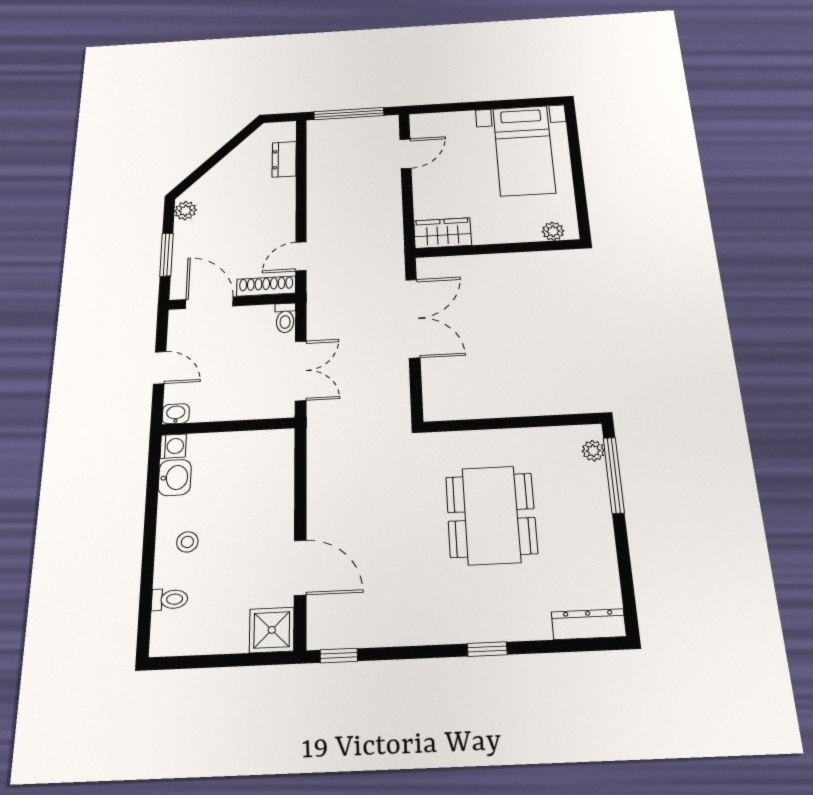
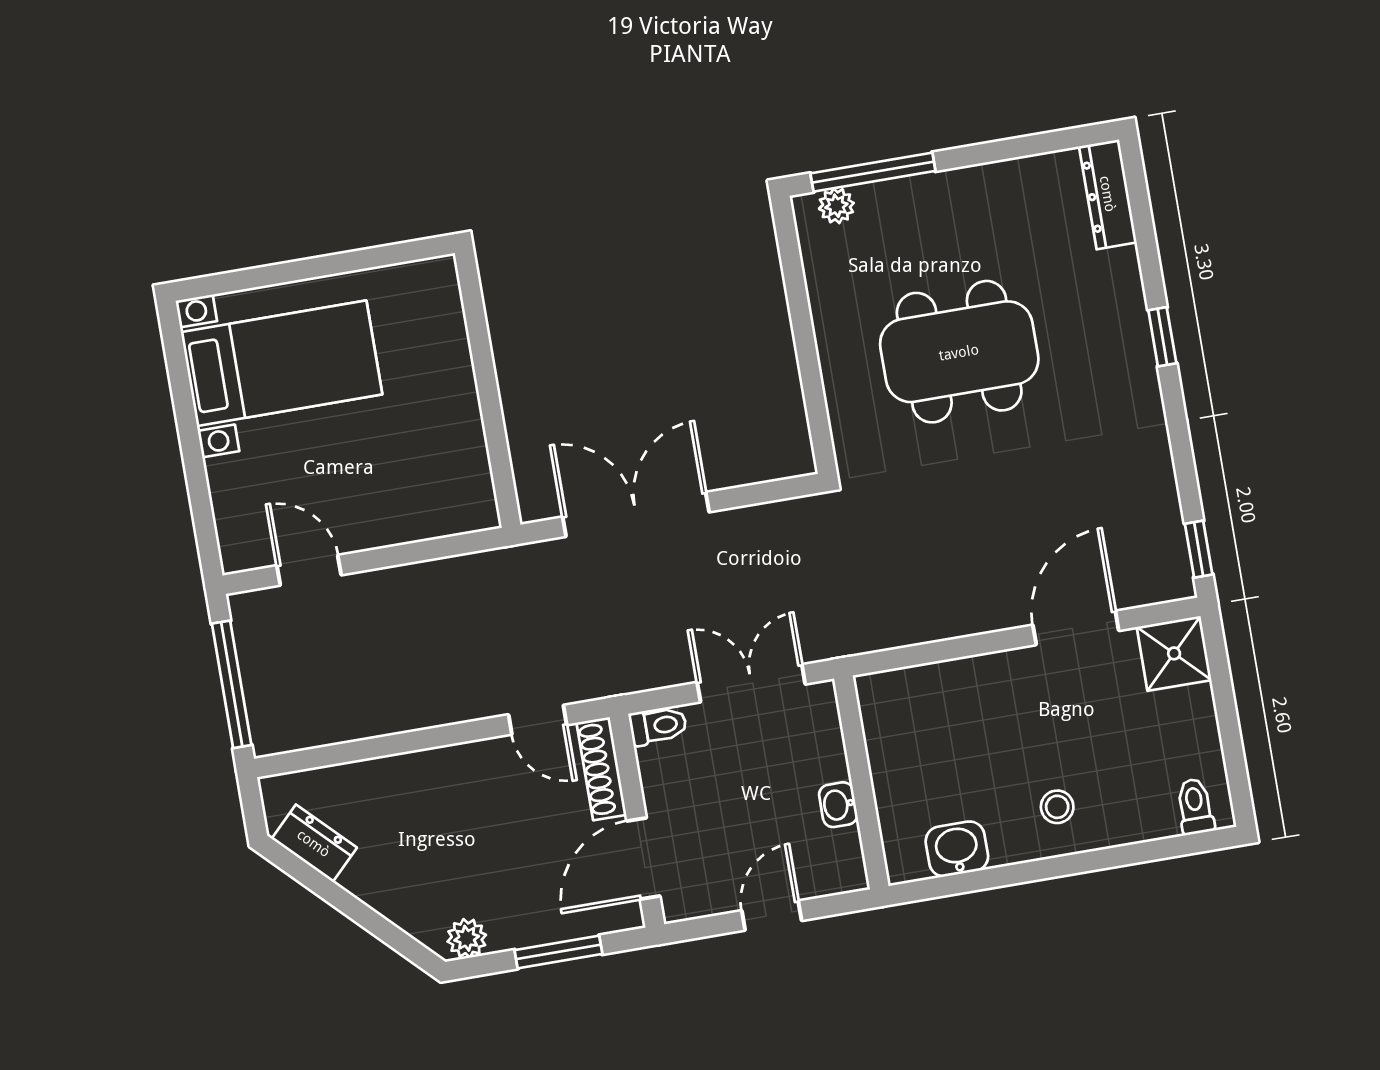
dresser: (284, 159) -> (314, 843), moved, turned -135
plant: (553, 231) -> (444, 299), removed
wardrobe: (443, 233) -> (466, 485), removed
washbasin: (176, 414) -> (838, 805), moved
washing machine: (173, 446) -> (905, 863), removed
toilet: (170, 599) -> (1195, 806), moved

